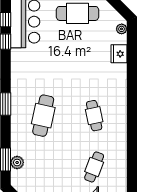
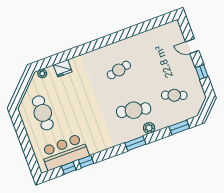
plant: (17, 163) -> (149, 128), moved
cafe table: (94, 167) -> (174, 95), moved

